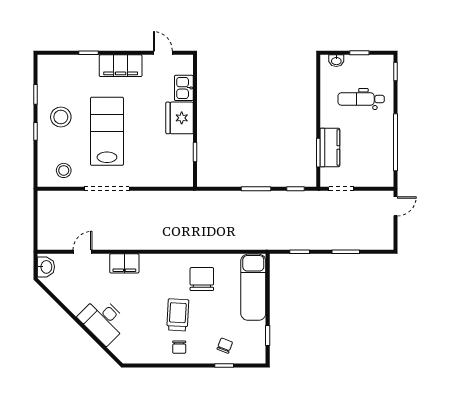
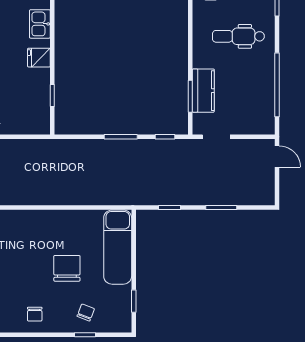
fridge: (180, 118) -> (39, 58), width x0.53, depth x0.75
door: (396, 206) -> (277, 156), hinge flipped
chair: (202, 279) -> (67, 268), moved
trolley: (178, 315) -> (33, 278), removed

